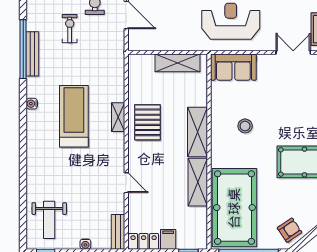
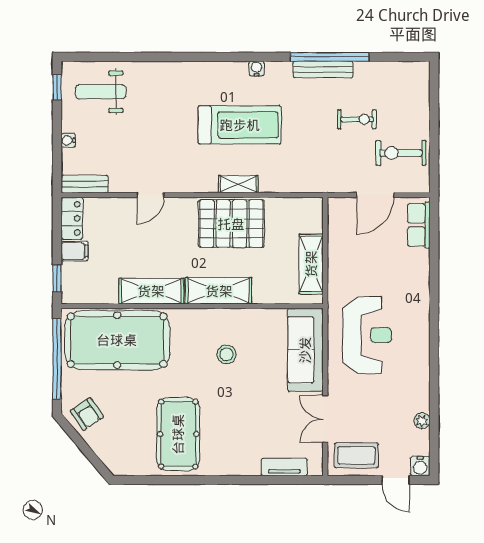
double door: (293, 52) -> (325, 419), swing flipped
sofa: (233, 67) -> (305, 350), width x1.36
pallet: (147, 122) -> (231, 224), width x1.37, depth x1.41

